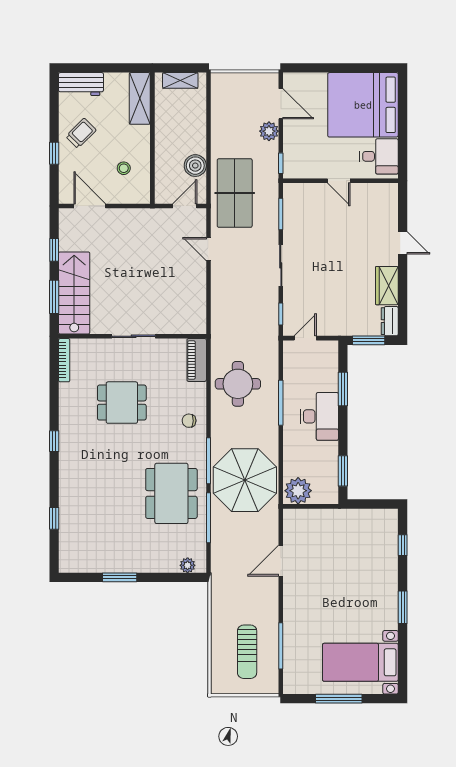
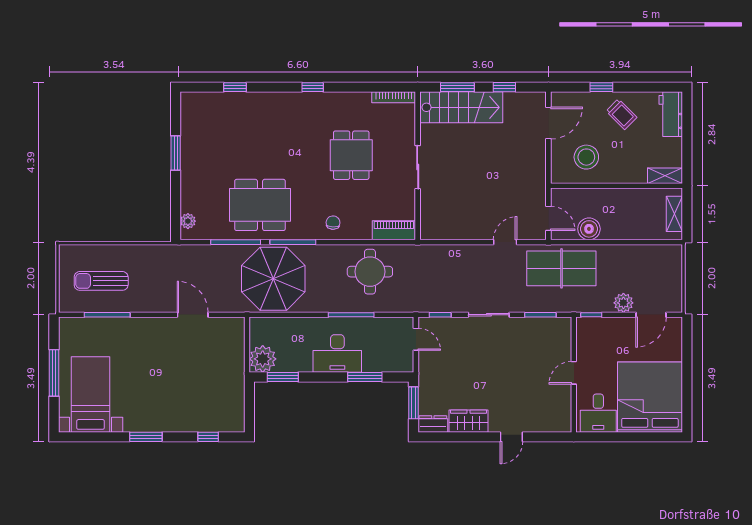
shelving: (140, 98) -> (665, 176), width x0.67, depth x0.75
stool: (124, 168) -> (586, 157), width x1.89, depth x1.89
plant: (298, 491) -> (263, 359), moved

